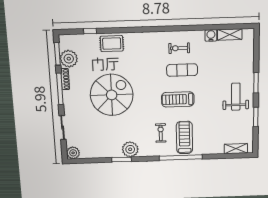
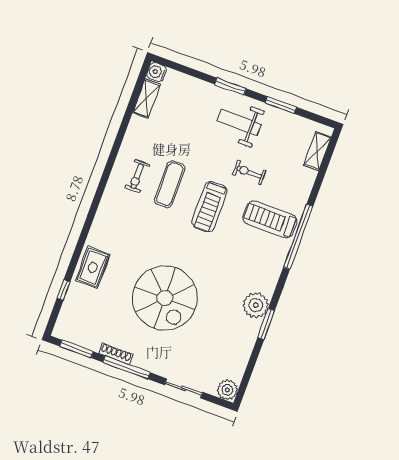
water cooler: (211, 35) -> (157, 72), moved
plant: (69, 59) -> (89, 336), removed
spiral stairs: (112, 95) -> (165, 298), turned 180
exercise bike: (161, 133) -> (249, 172), moved

